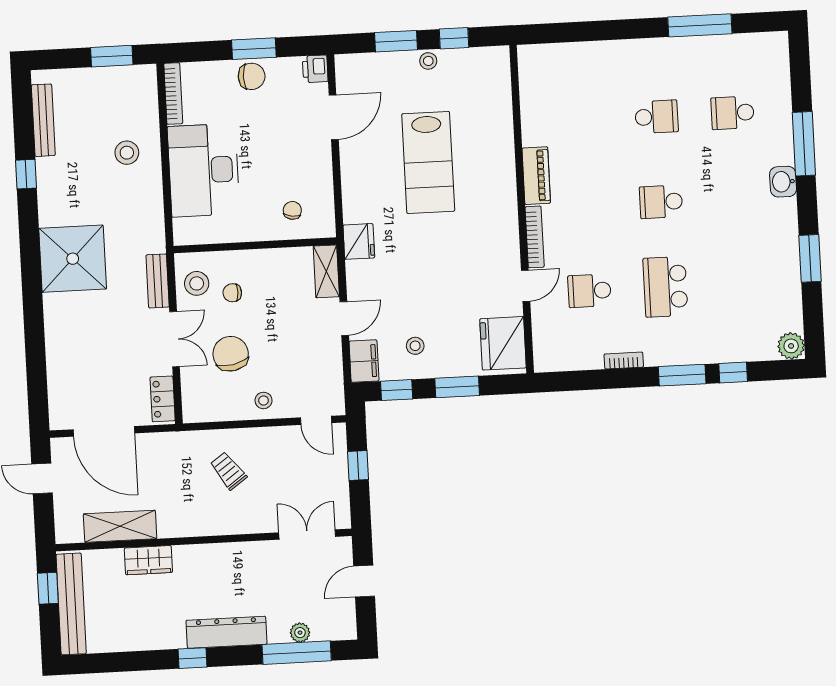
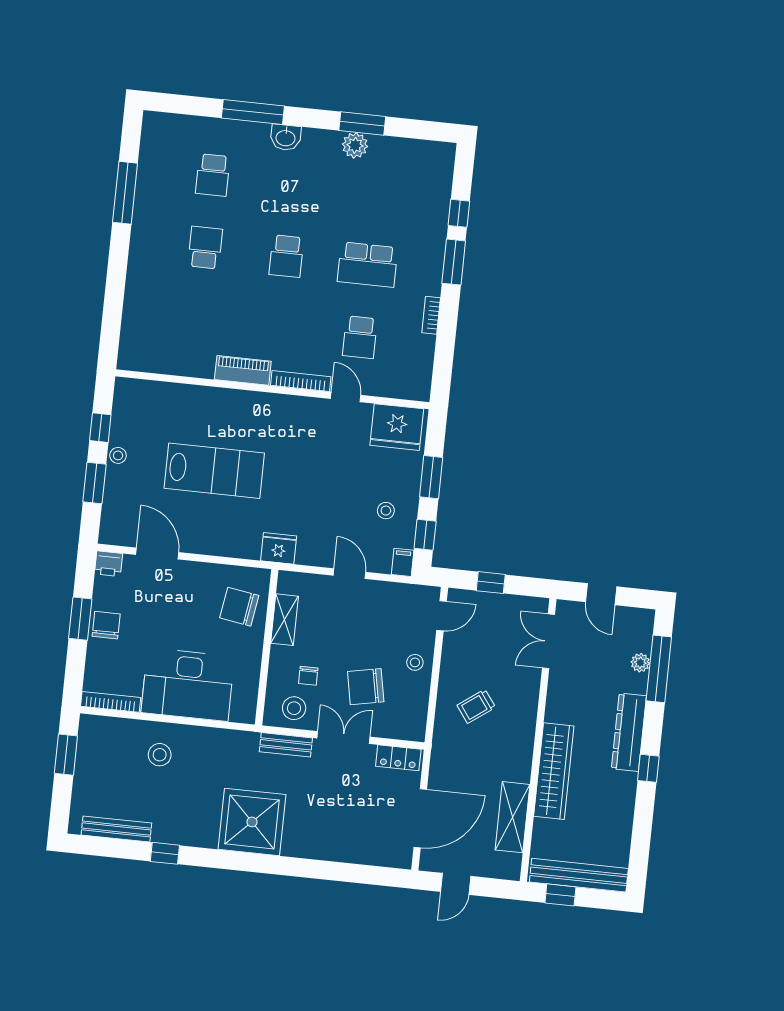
chair: (292, 210) -> (239, 607), width x1.87, depth x1.87
shelving: (326, 271) -> (284, 620), moved, turned 90
plant: (791, 346) -> (355, 145), moved
filing cabinet: (364, 361) -> (403, 562), width x0.50
wardrobe: (148, 560) -> (554, 771), width x2.10, depth x1.17

